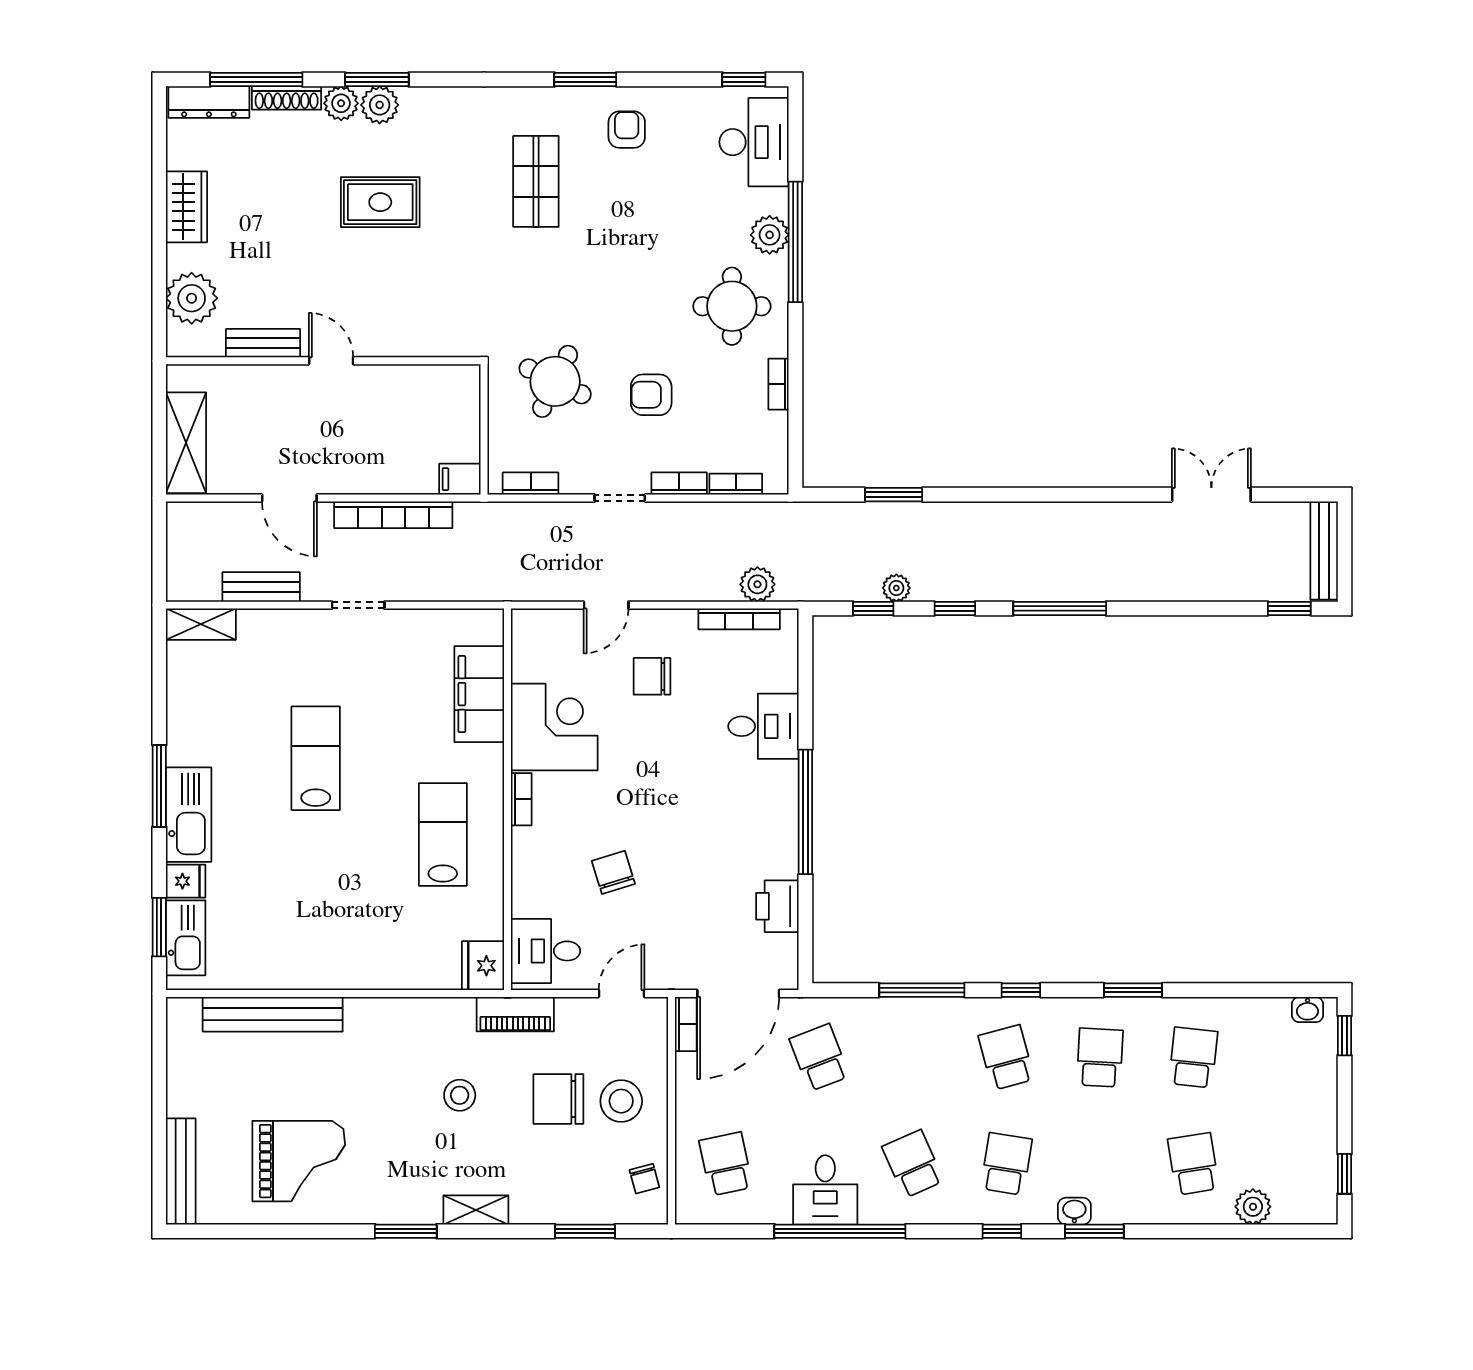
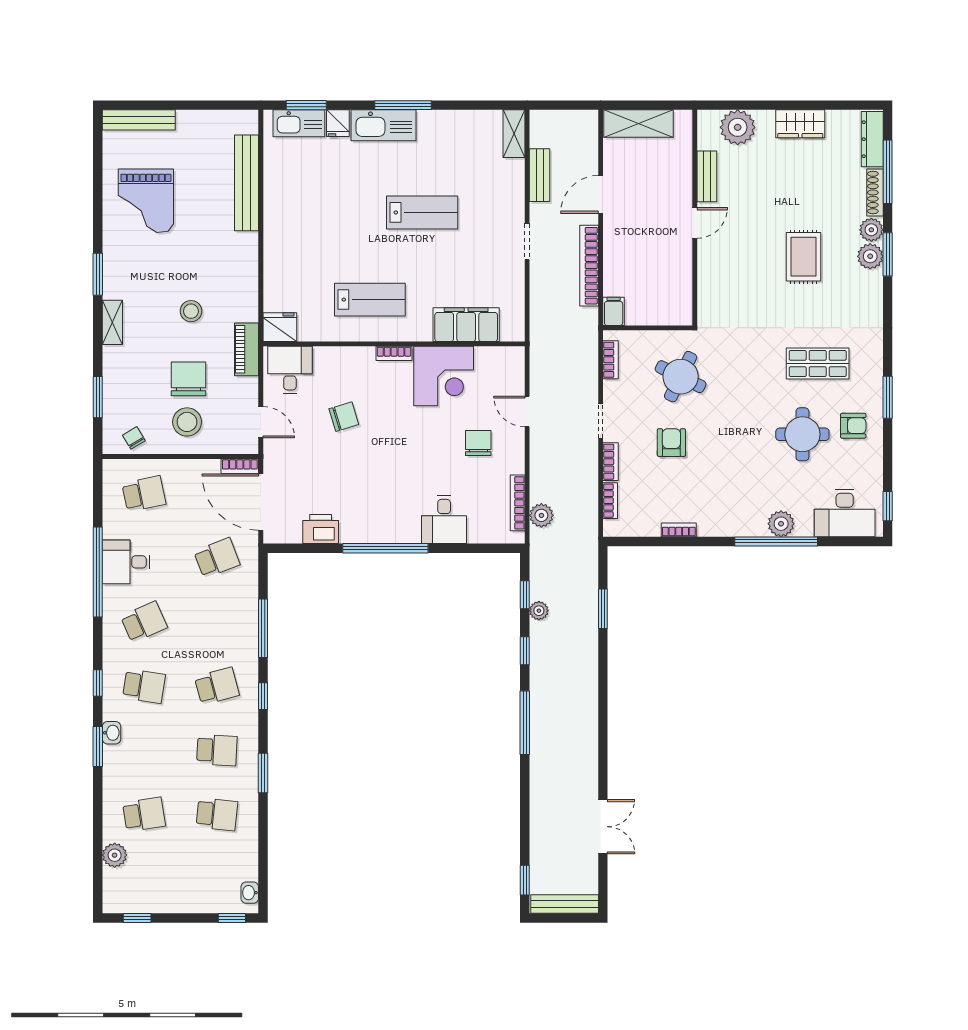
round table: (732, 306) -> (802, 434), moved
chair: (644, 1179) -> (134, 438), turned 74

